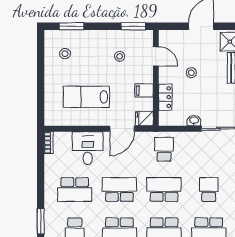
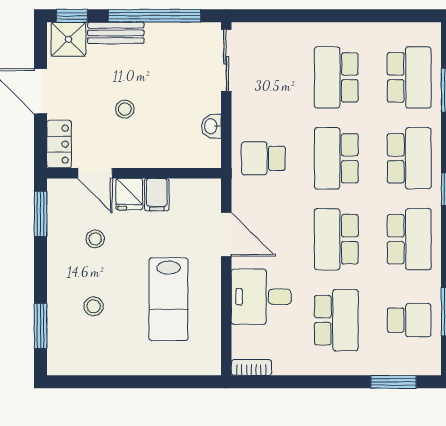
stool: (65, 54) -> (94, 306), moved
door: (156, 56) -> (95, 173), swing flipped
locker: (165, 97) -> (59, 144), moved, turned 90
fridge: (144, 119) -> (129, 194), moved
washbasin: (194, 121) -> (211, 126), moved
school desk: (209, 190) -> (336, 77), width x1.85

